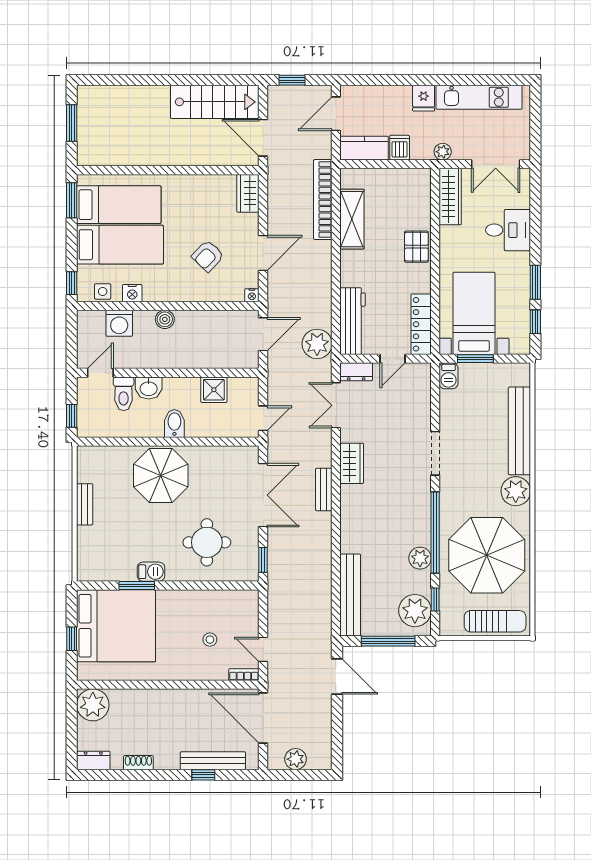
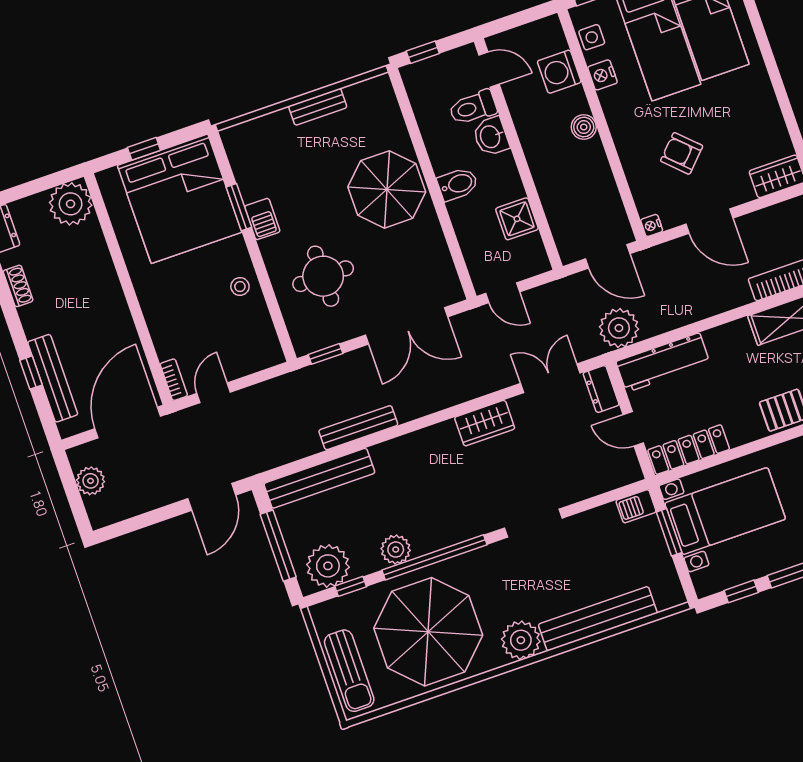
bench: (324, 489) -> (358, 428), moved, width x1.36
stool: (210, 640) -> (240, 287), moved

